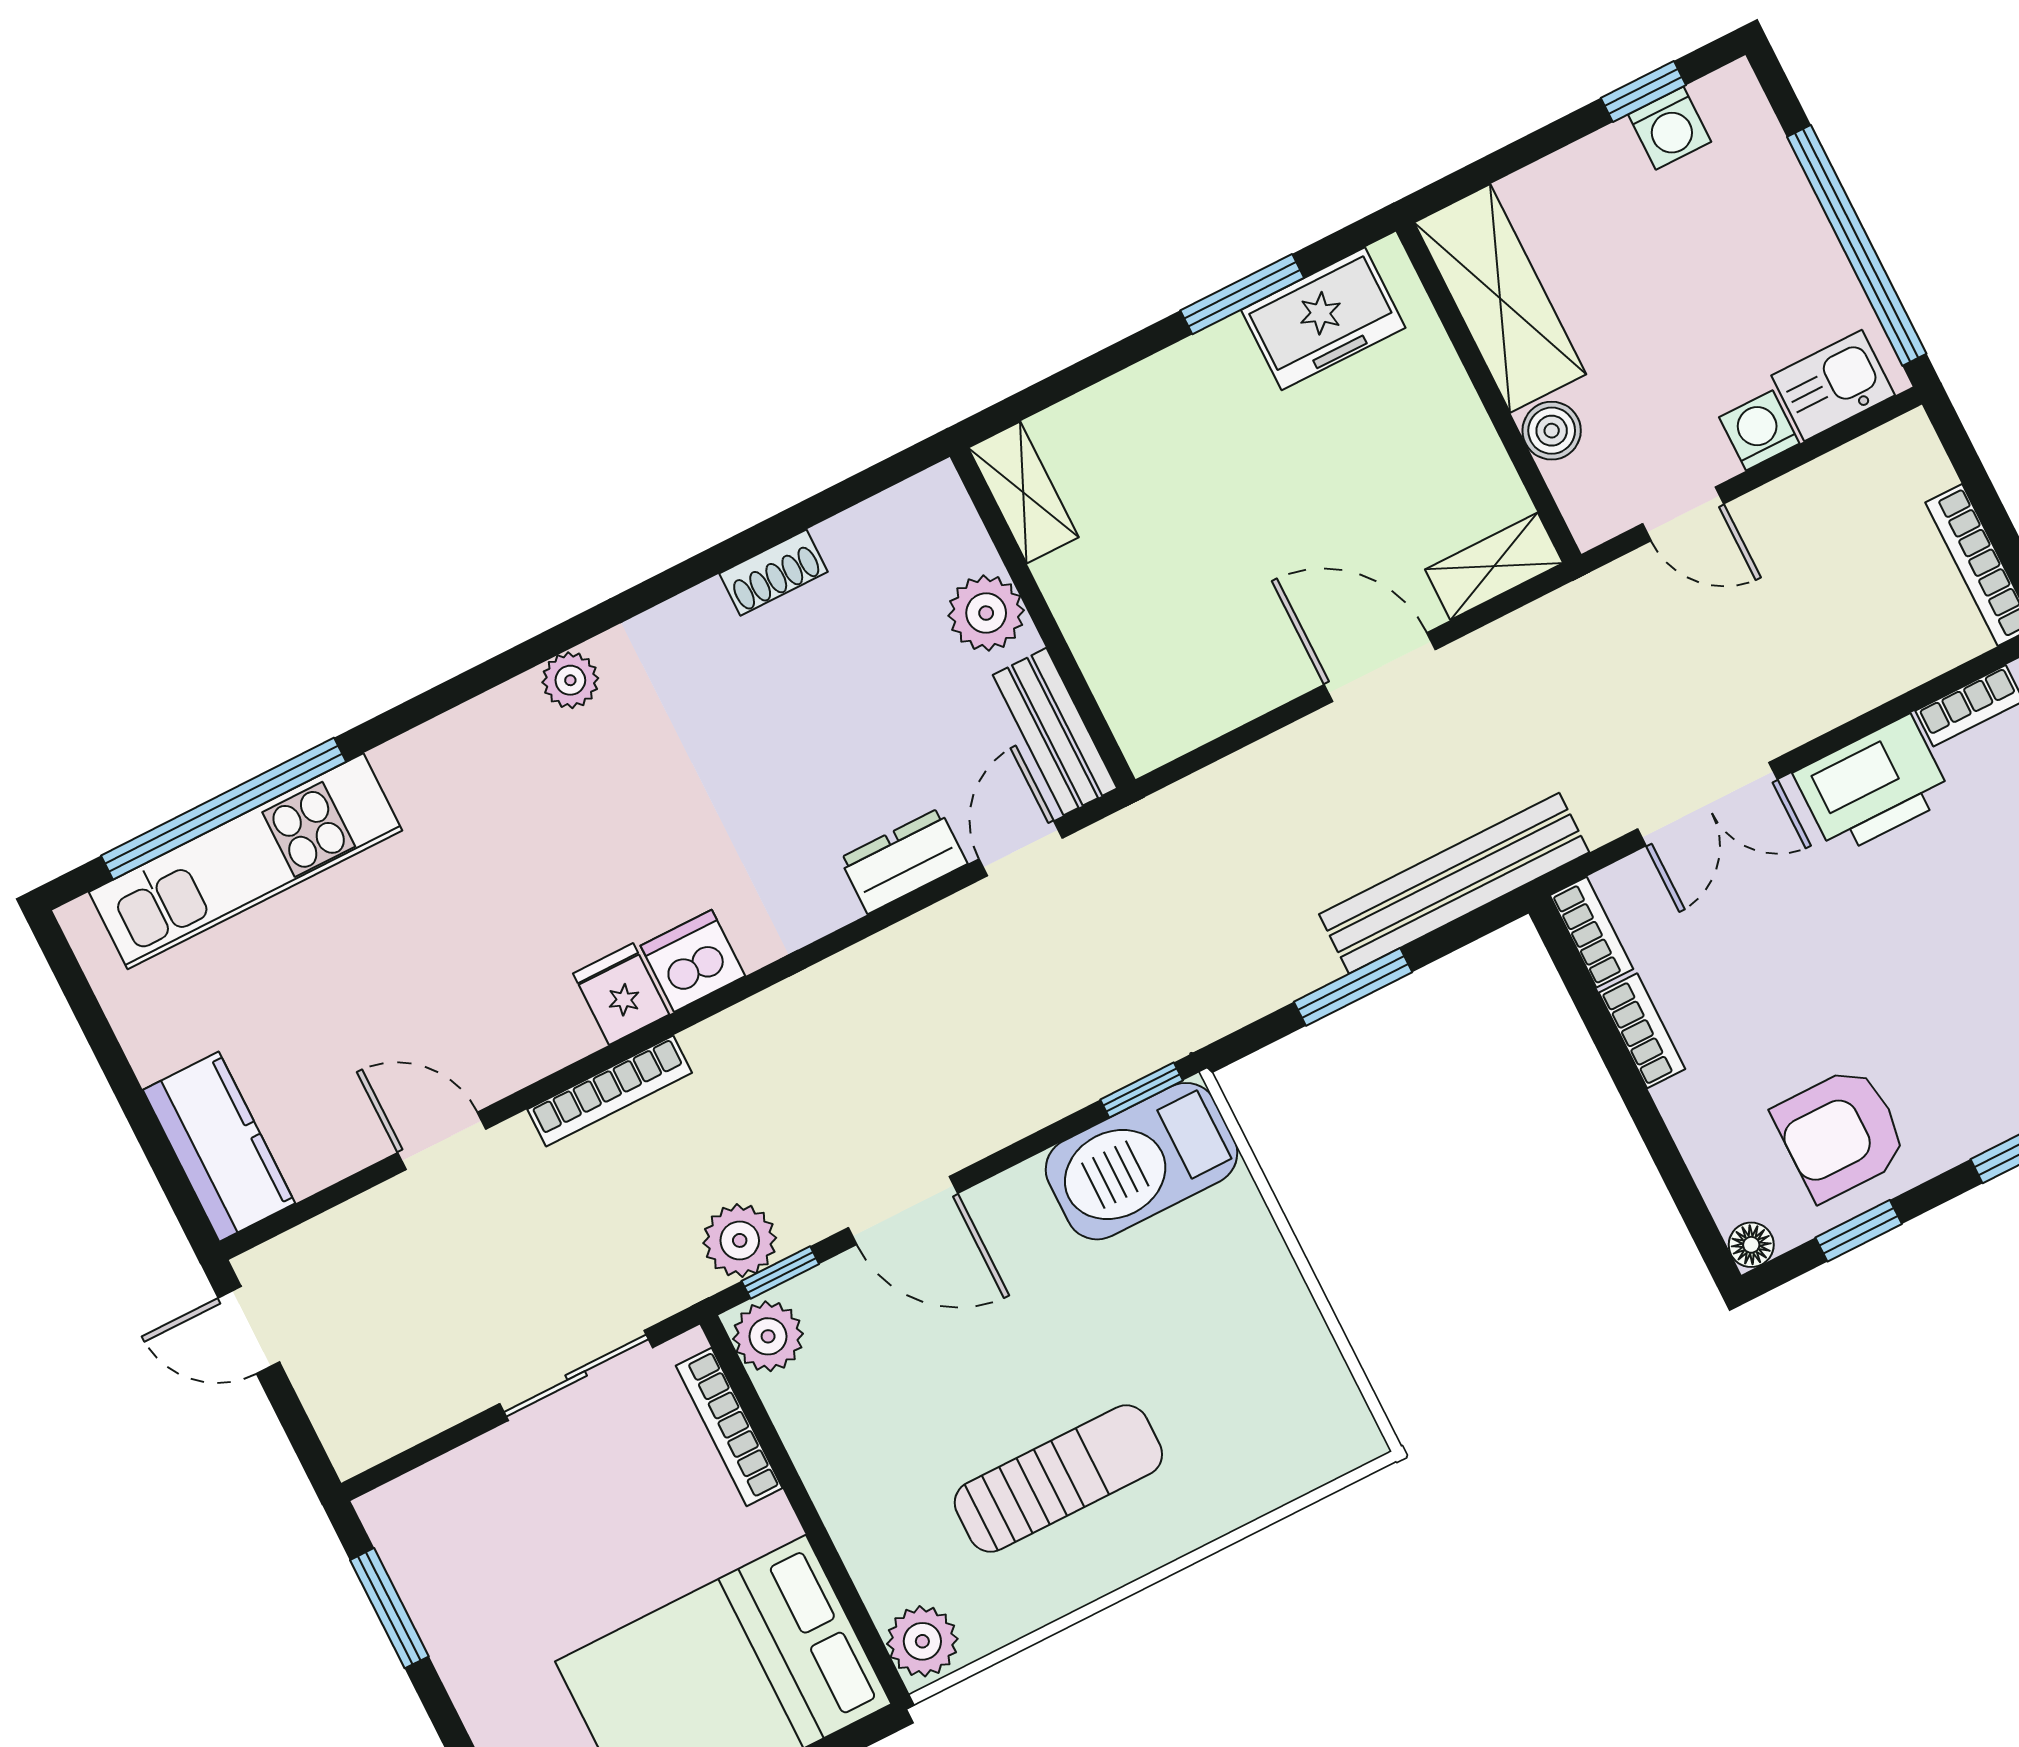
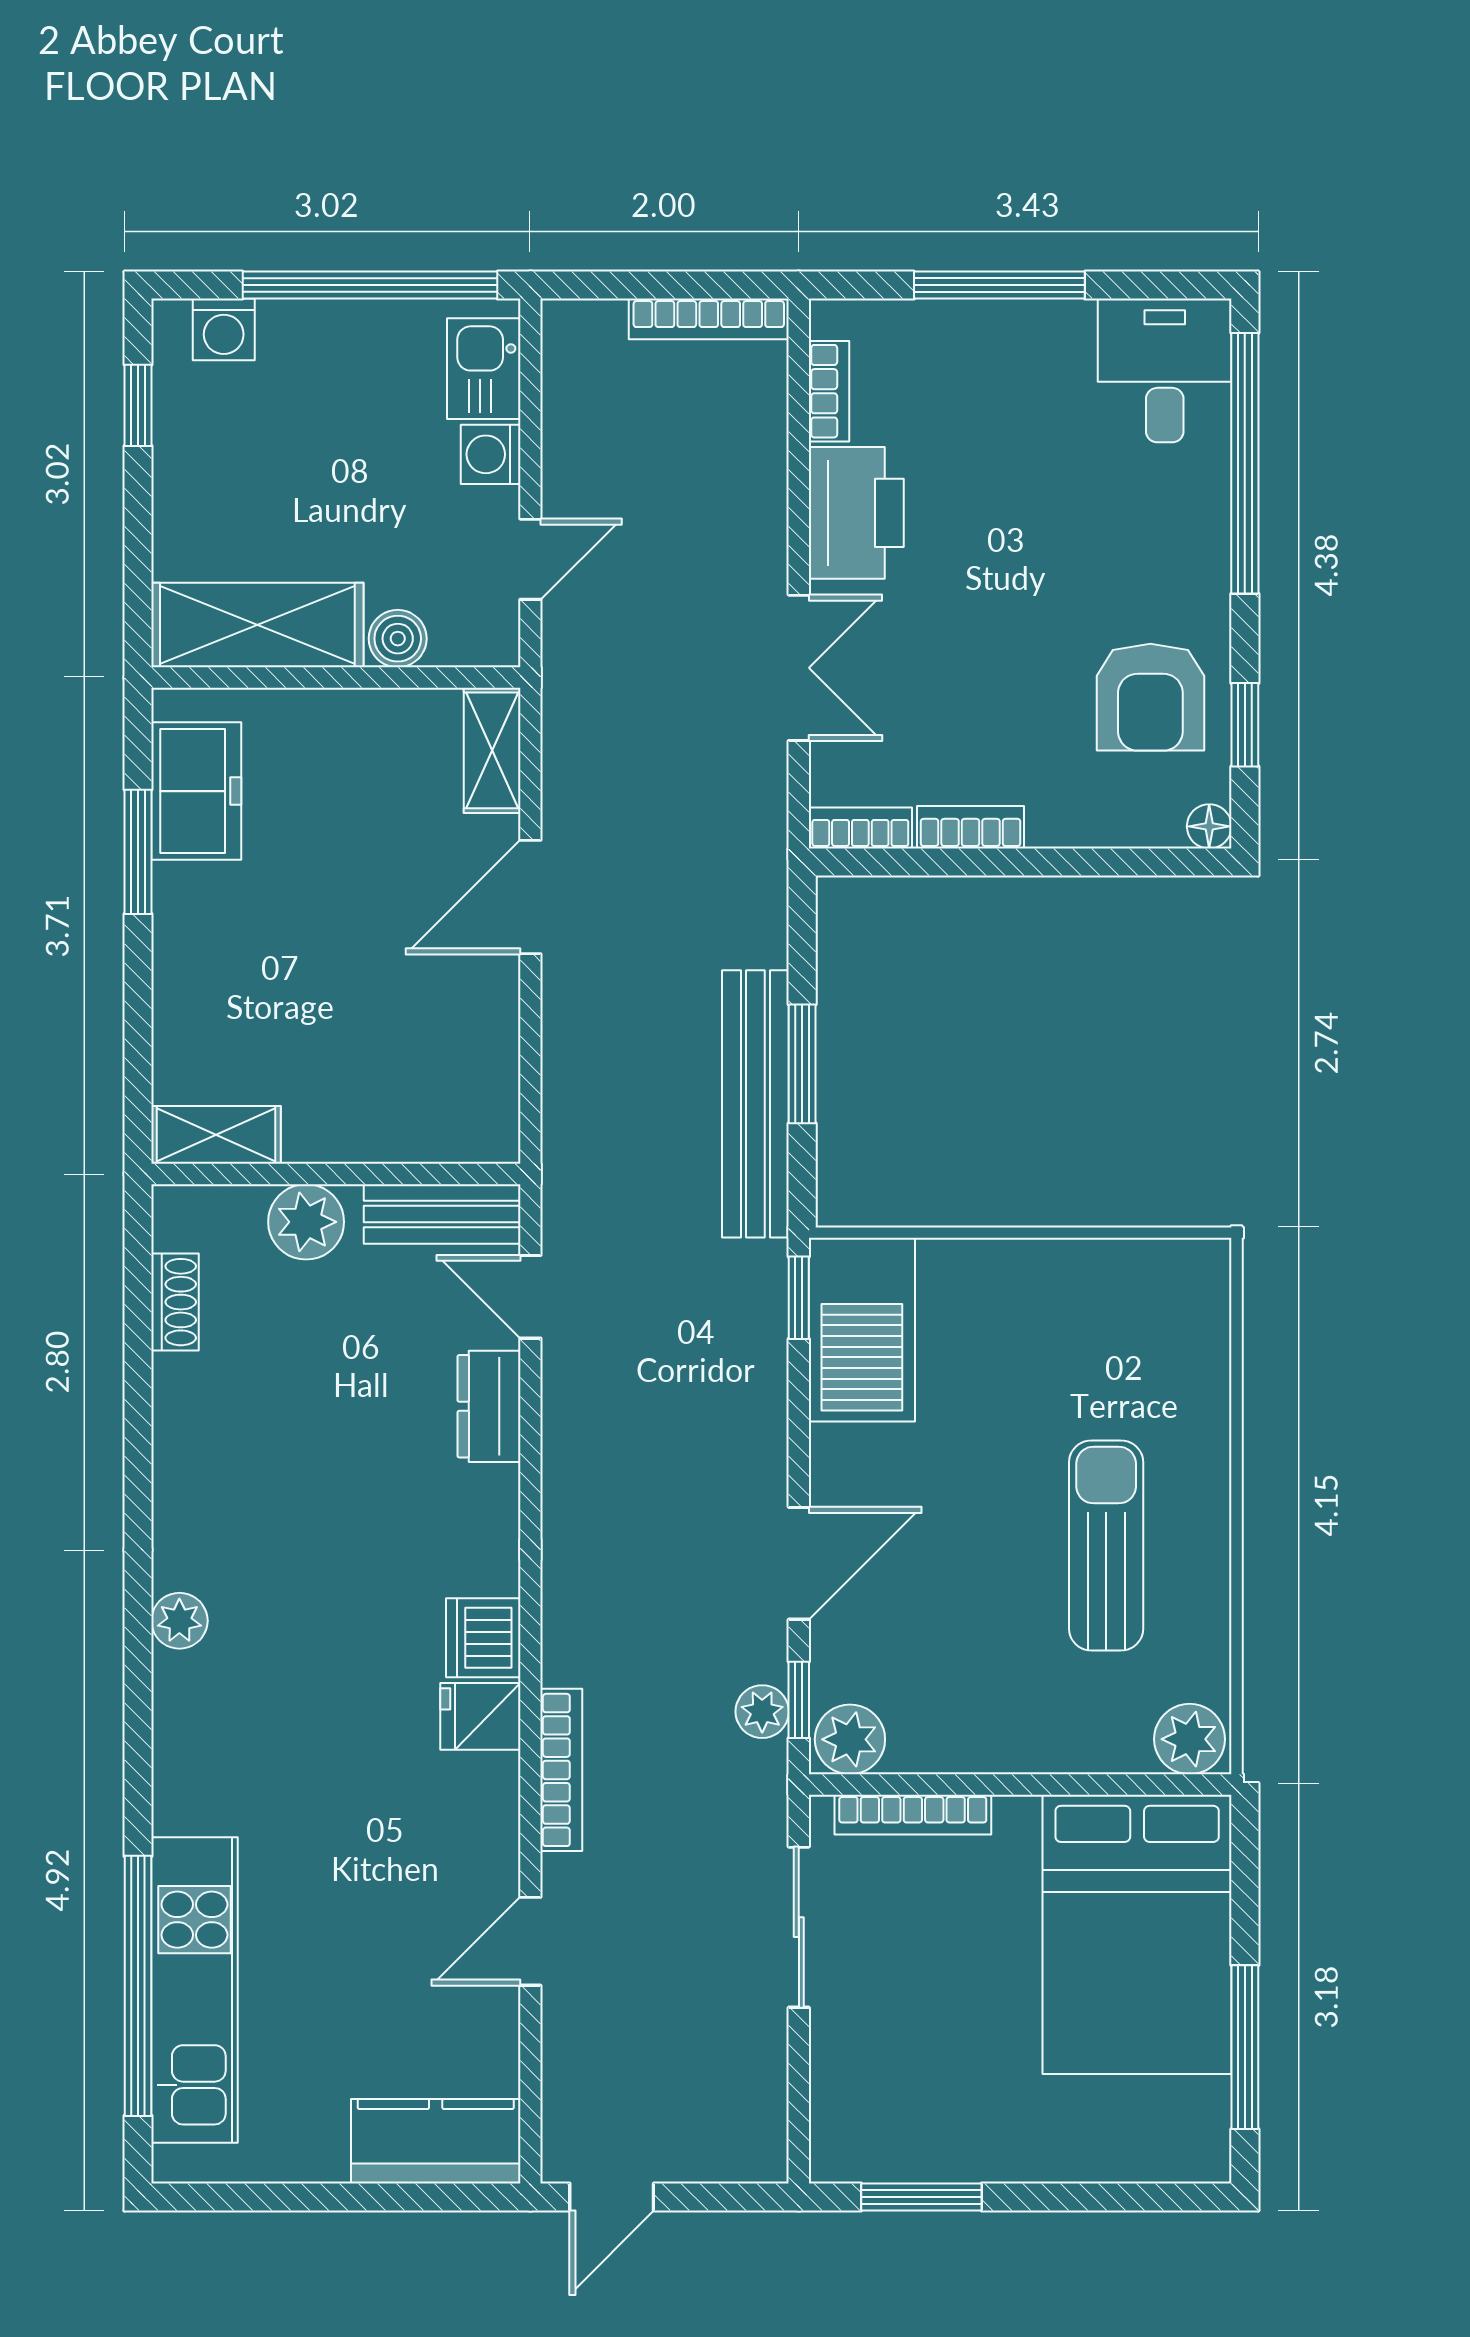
washing machine: (1670, 128) -> (224, 329), moved, turned 90
shoe rack: (773, 573) -> (175, 1302), moved
bench: (1454, 883) -> (755, 1104), moved
plant: (740, 1240) -> (762, 1712), width x0.73, depth x0.73

